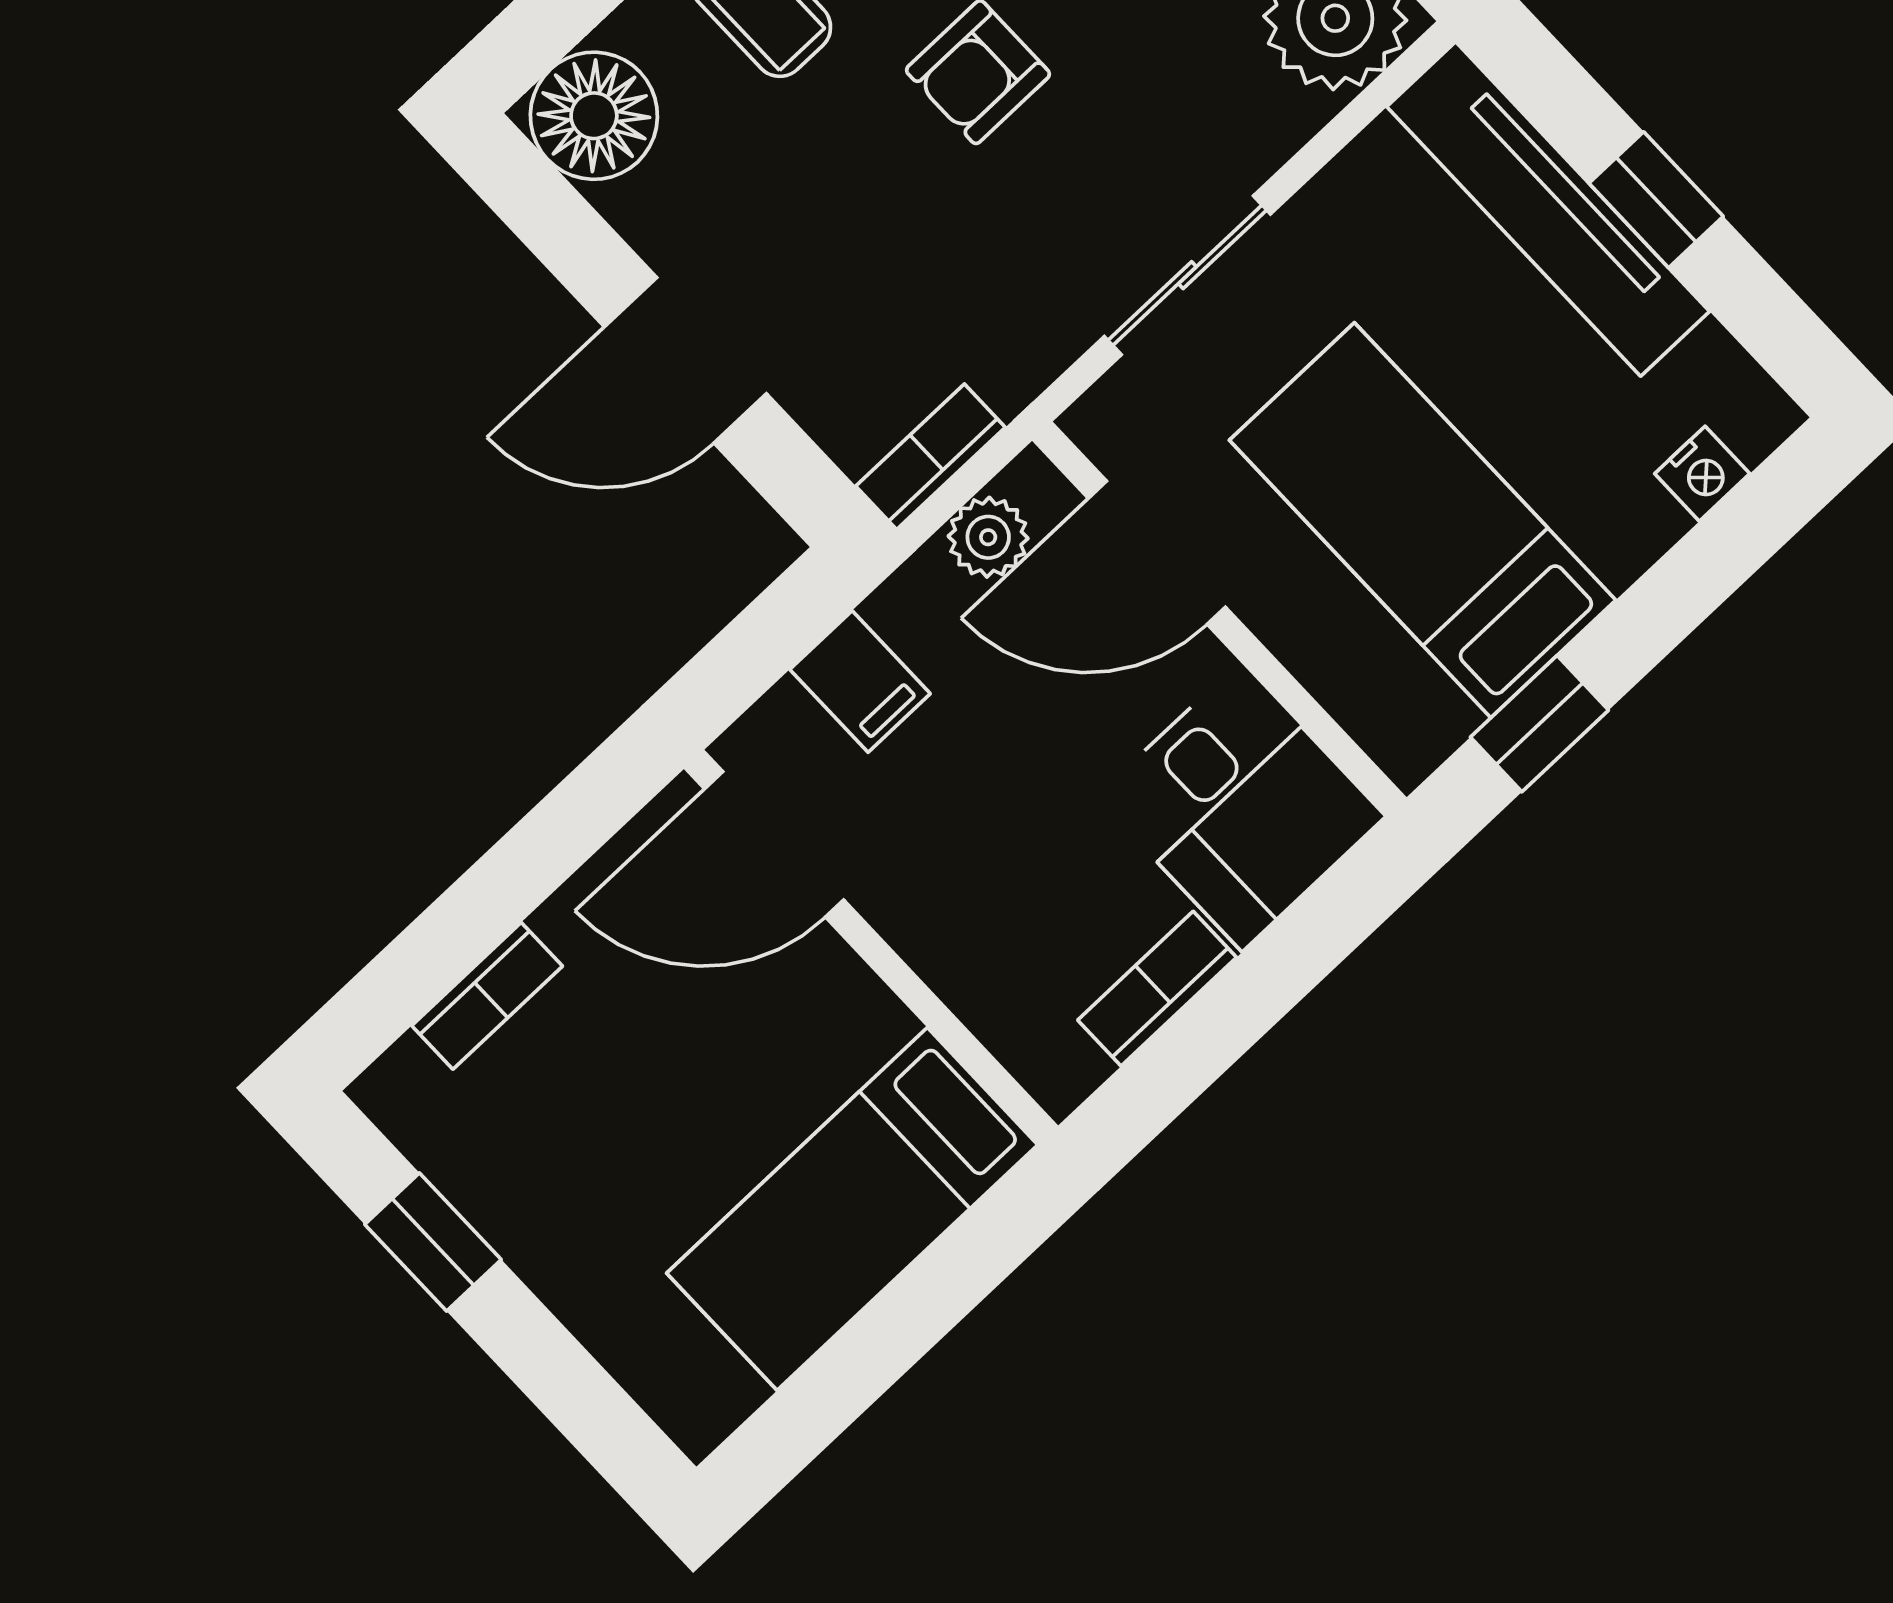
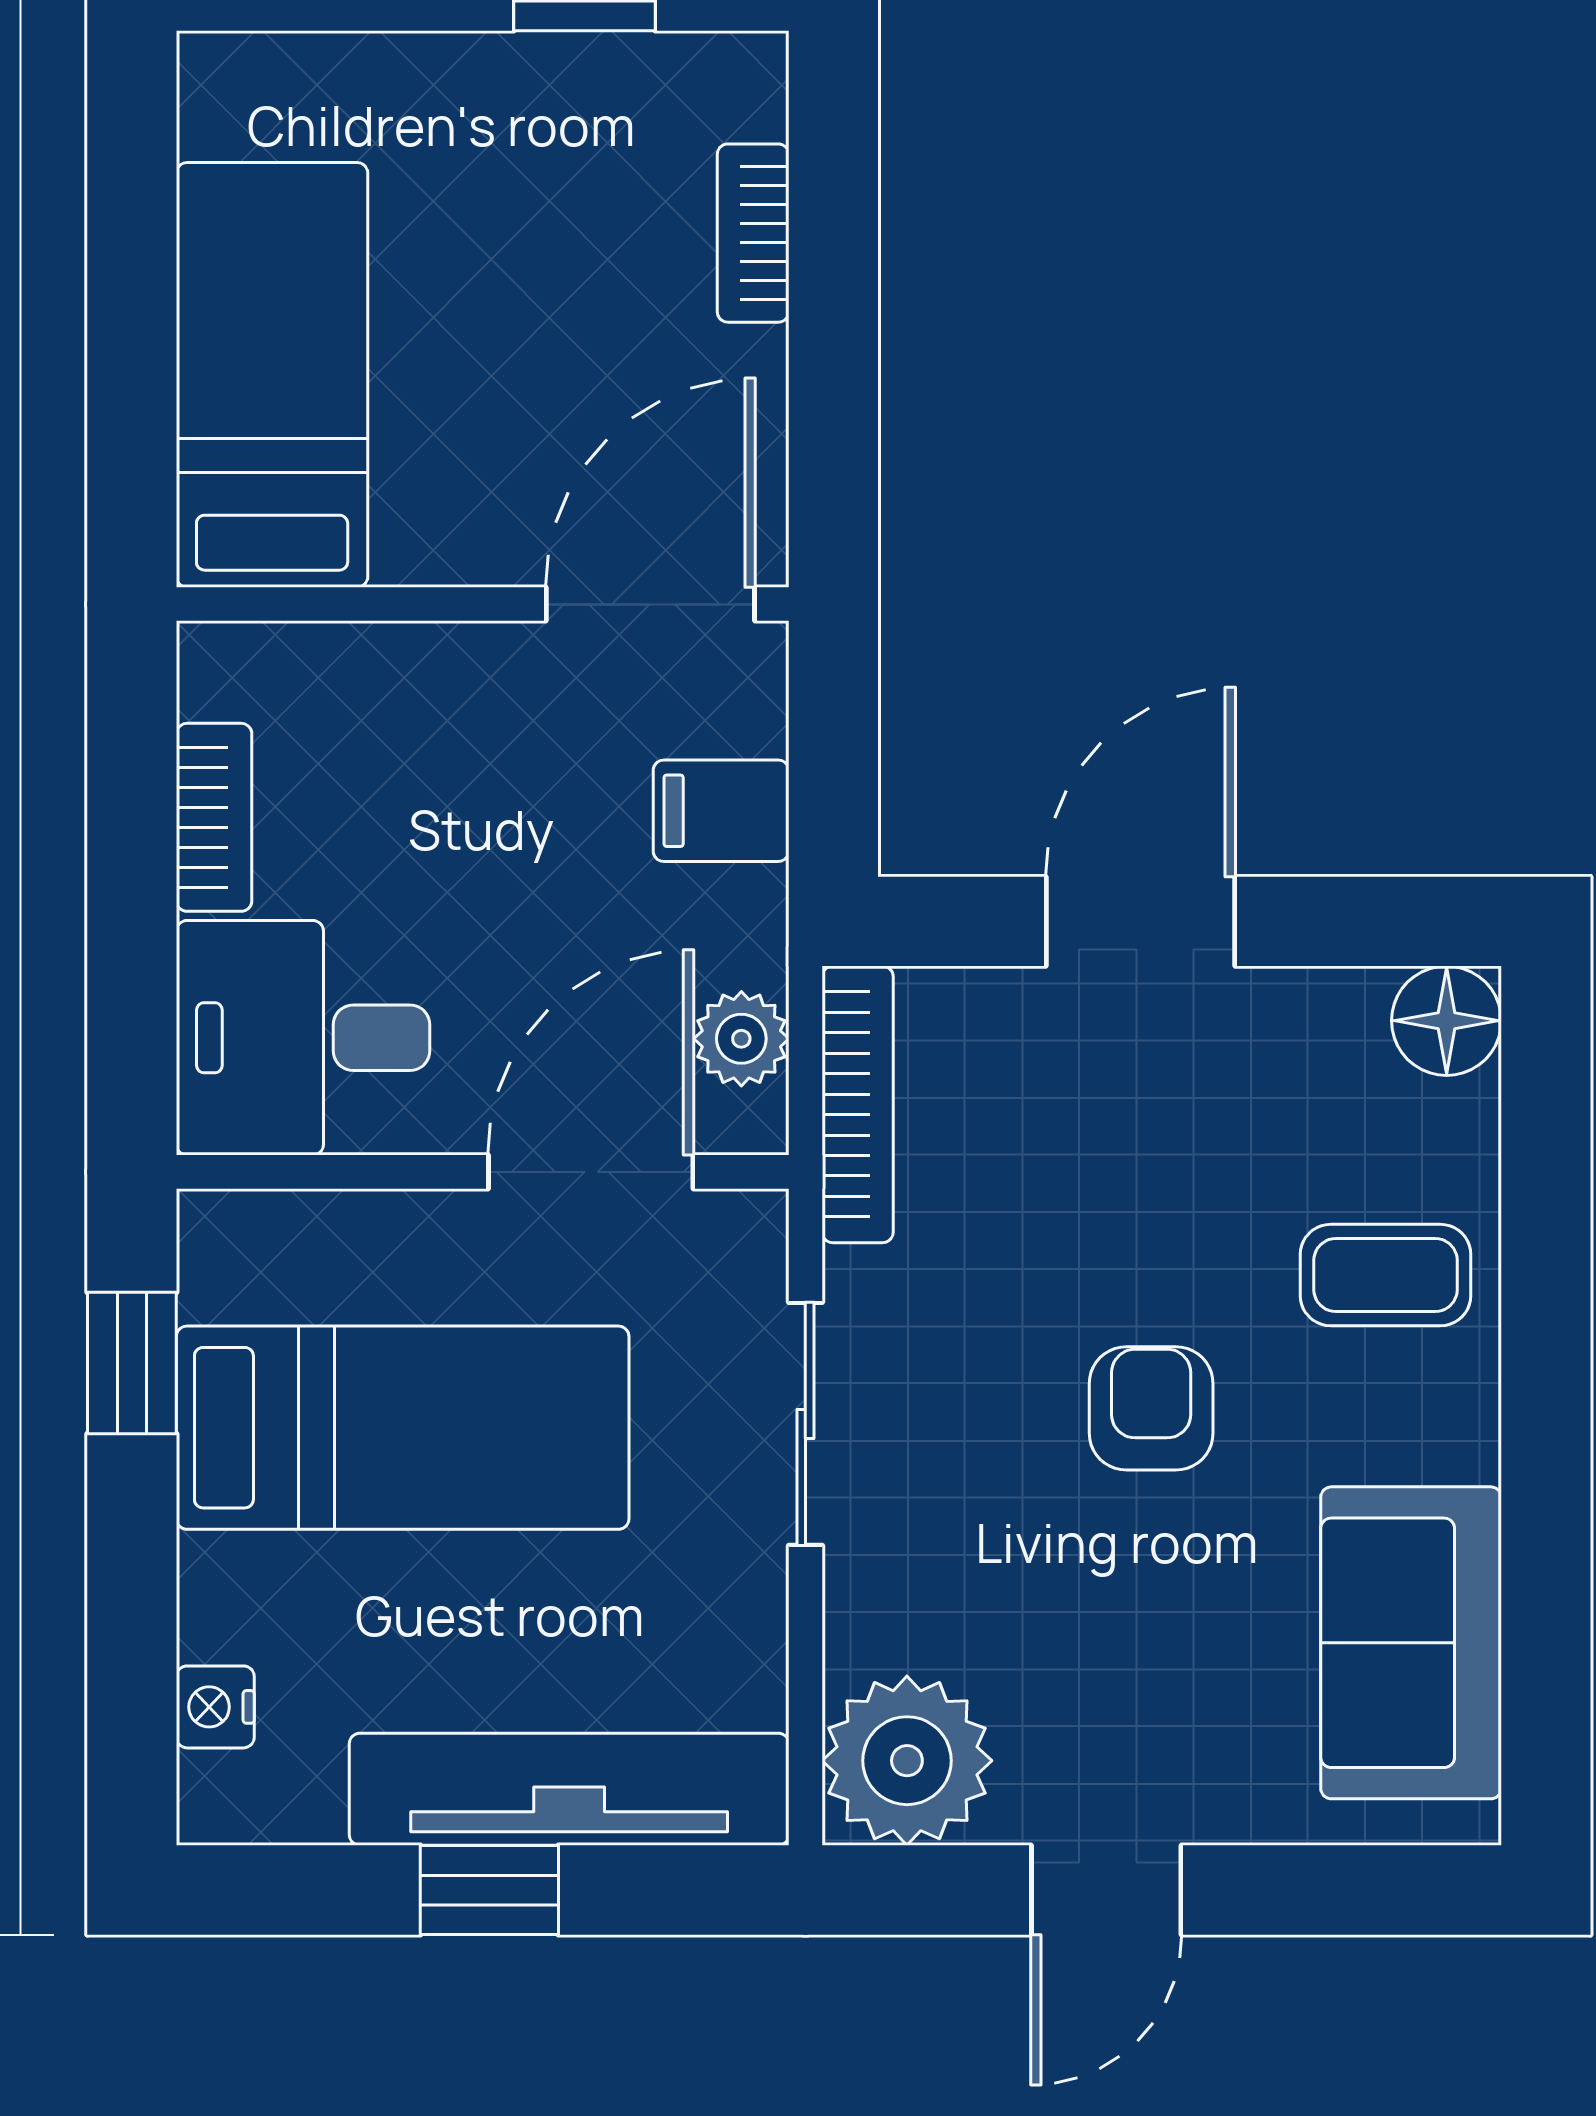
floor lamp: (594, 116) -> (1447, 1021), width x0.73, depth x0.73
bookcase: (931, 457) -> (858, 1104), width x1.56

